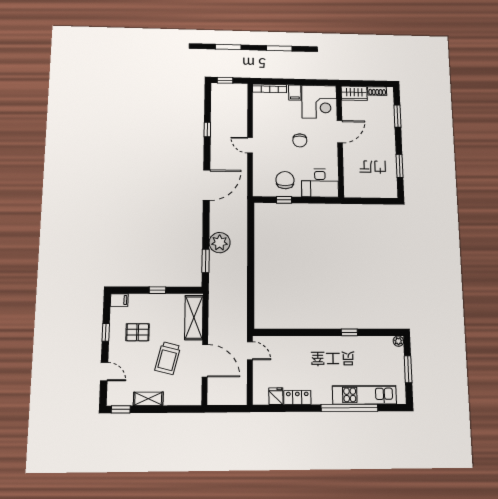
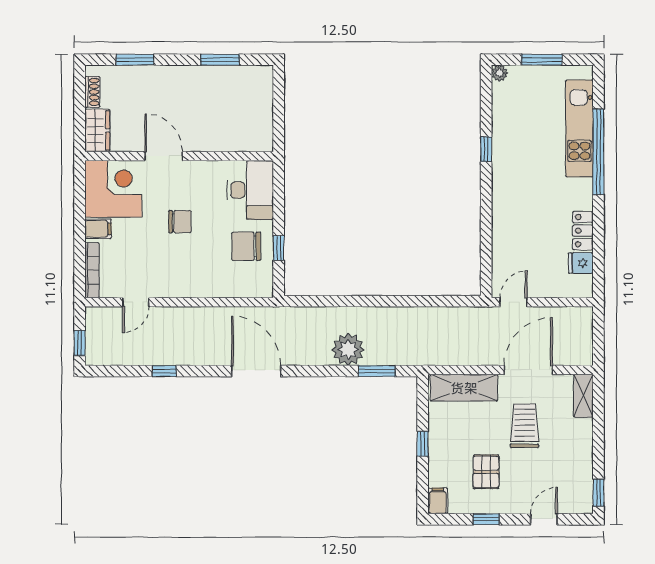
door: (250, 145) -> (136, 302), moved
trolley: (168, 358) -> (524, 426), turned -104
shelving: (148, 399) -> (583, 396), moved

